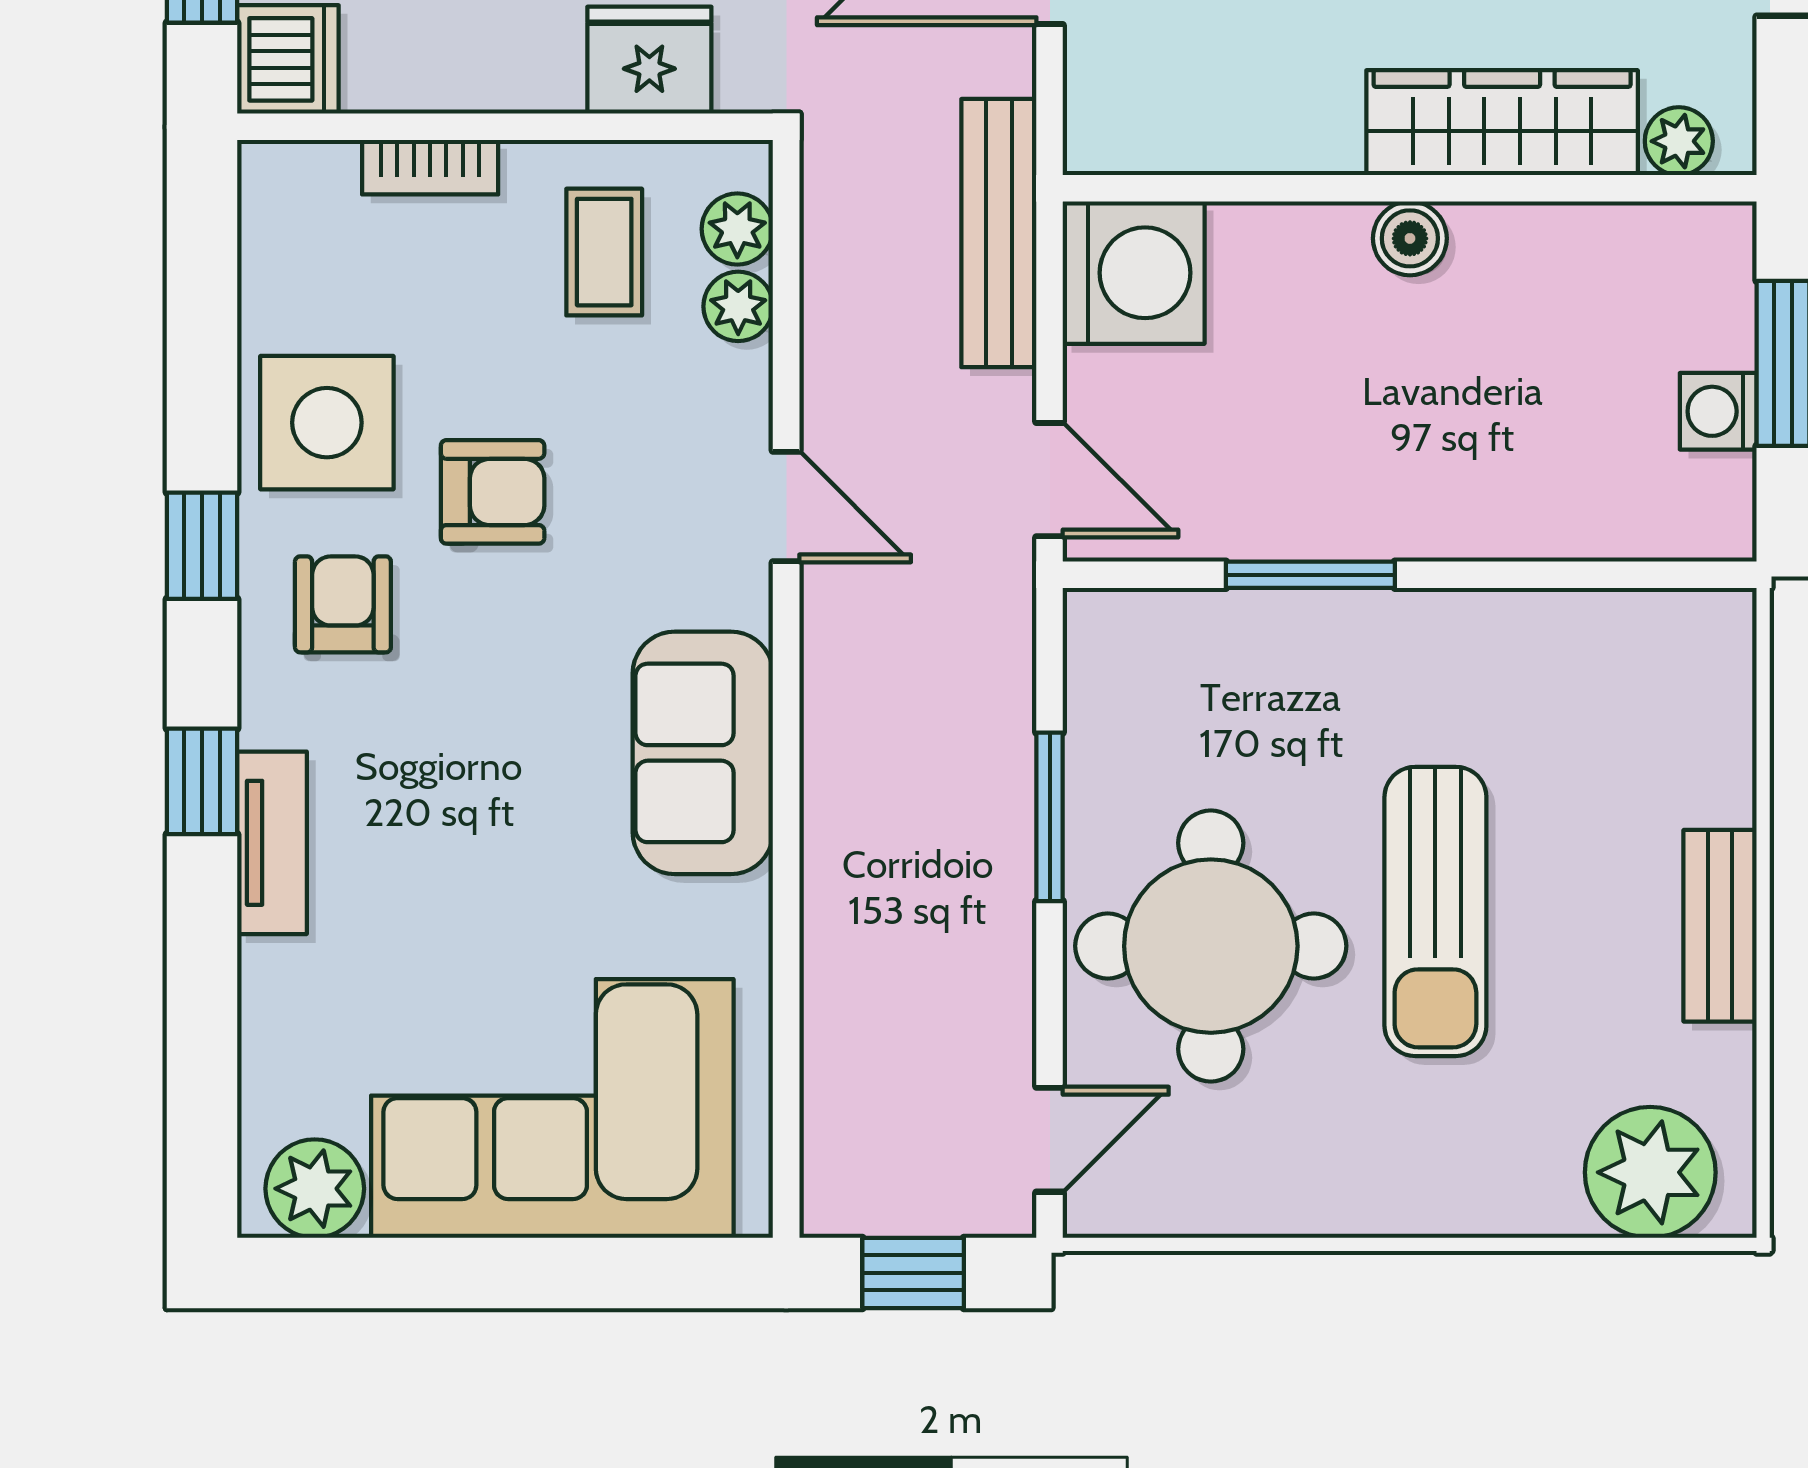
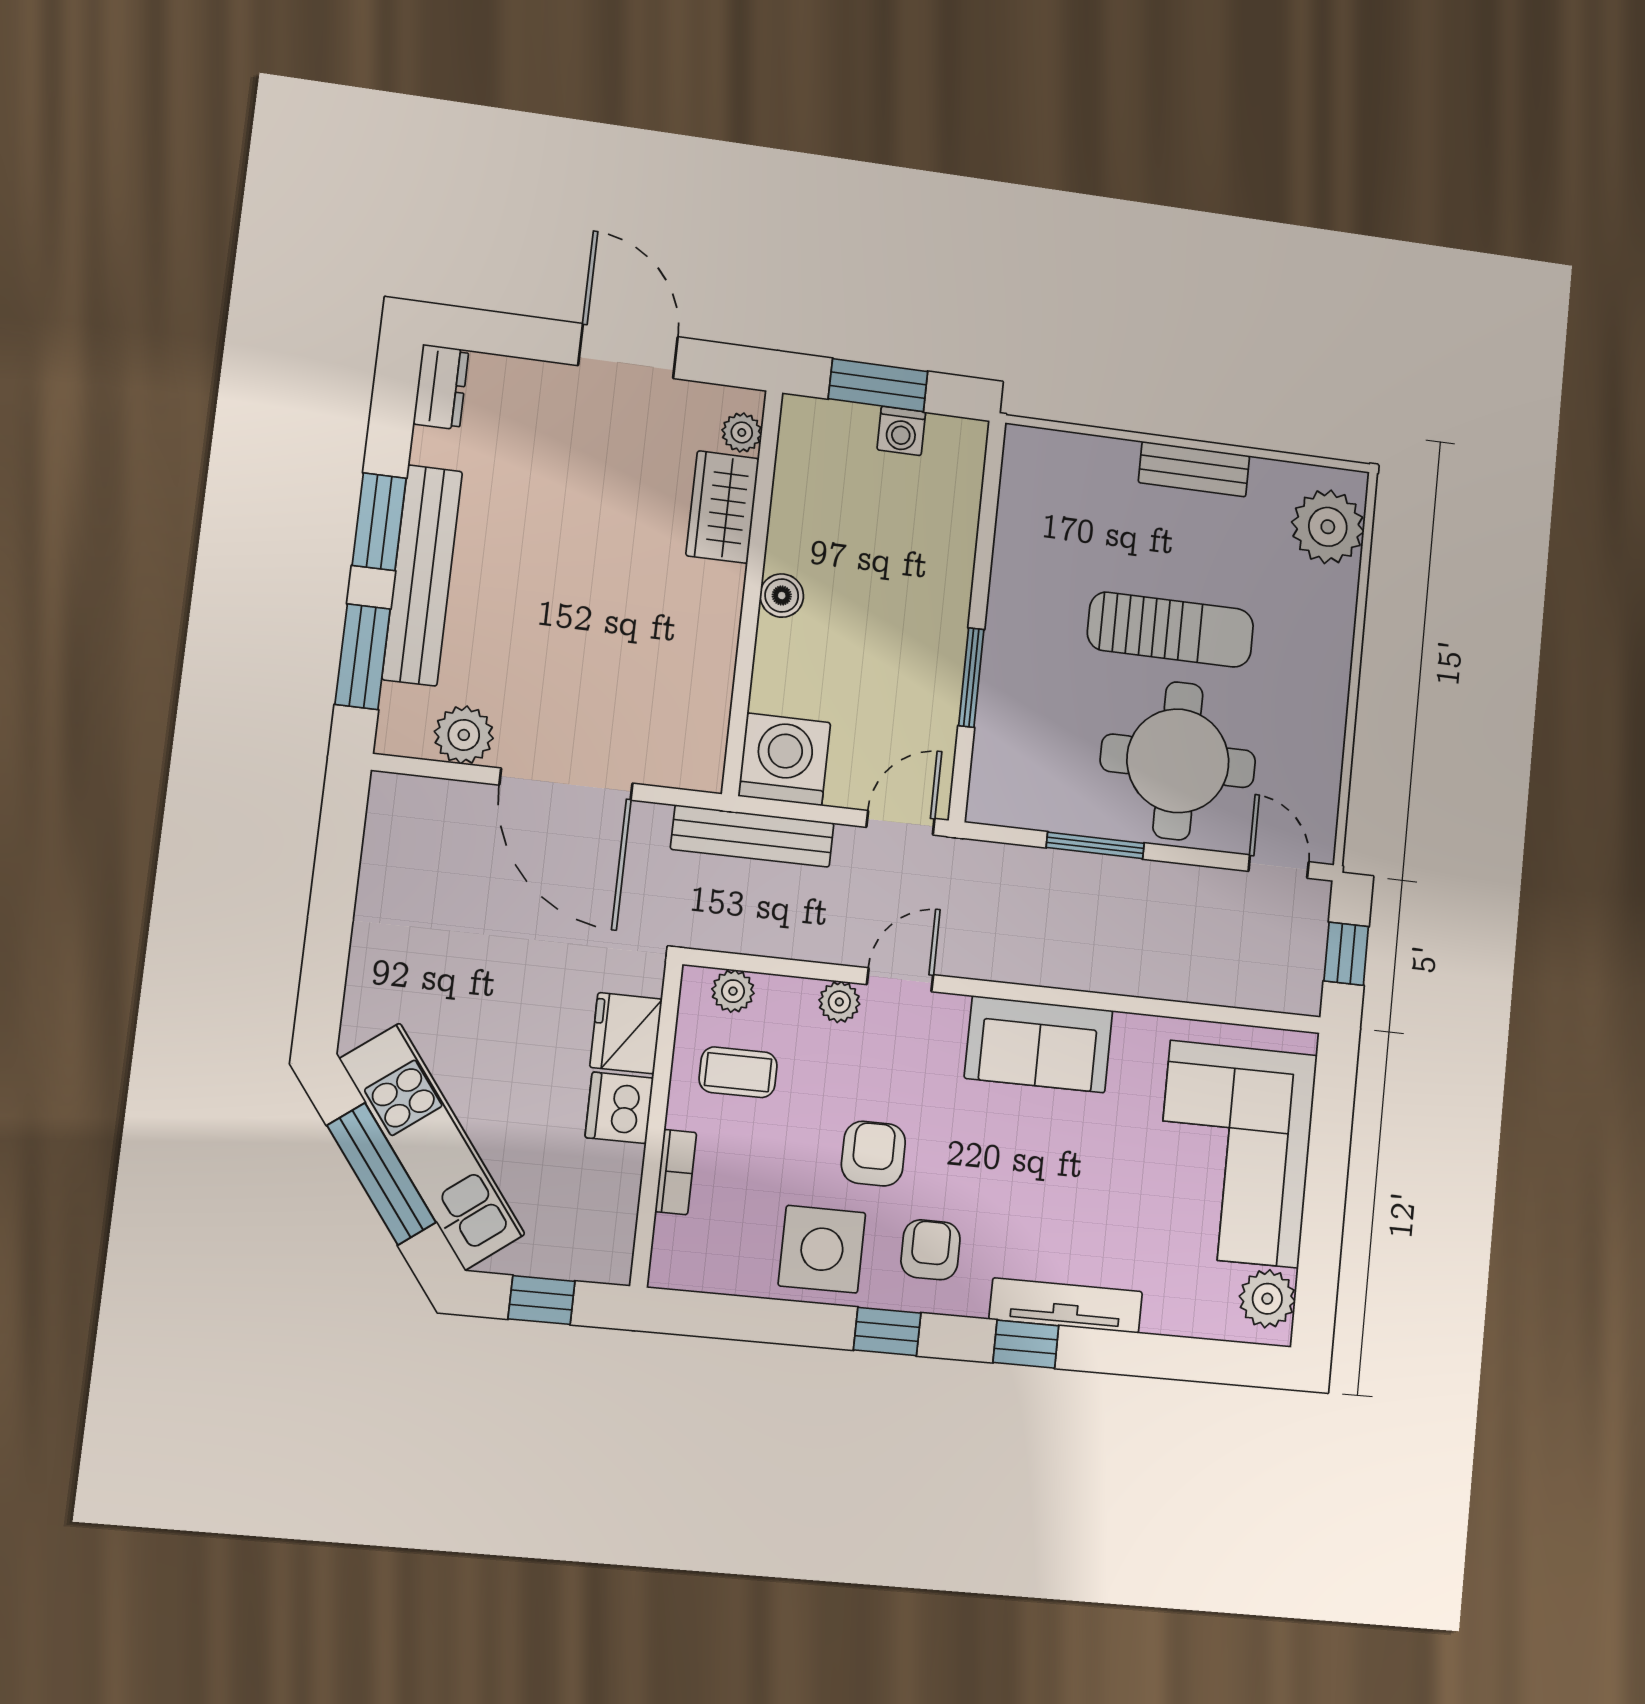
dishwasher: (288, 59) -> (619, 1108), moved, turned -90
wardrobe: (1502, 123) -> (722, 507), width x0.67
plant: (738, 306) -> (839, 1002), moved
armchair: (343, 604) -> (930, 1250), turned 90
tv unit: (272, 843) -> (1066, 1305), width x1.41

